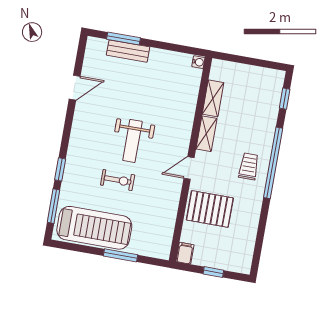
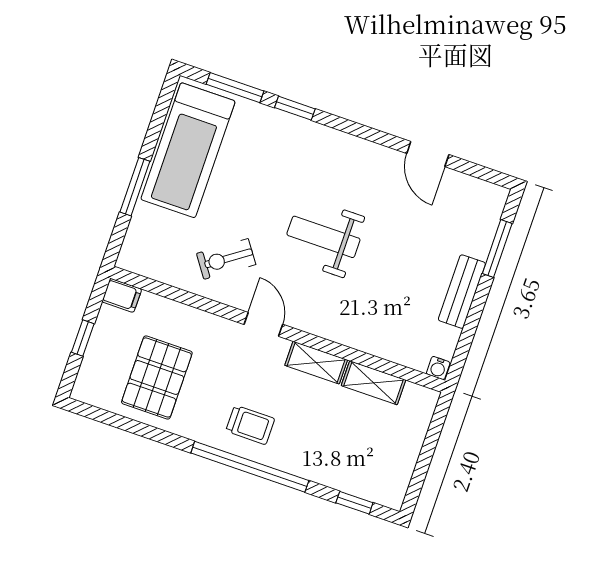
bench: (128, 51) -> (462, 292), moved
exercise bike: (118, 180) -> (226, 259), moved, turned 55
pallet: (210, 209) -> (157, 377), moved

